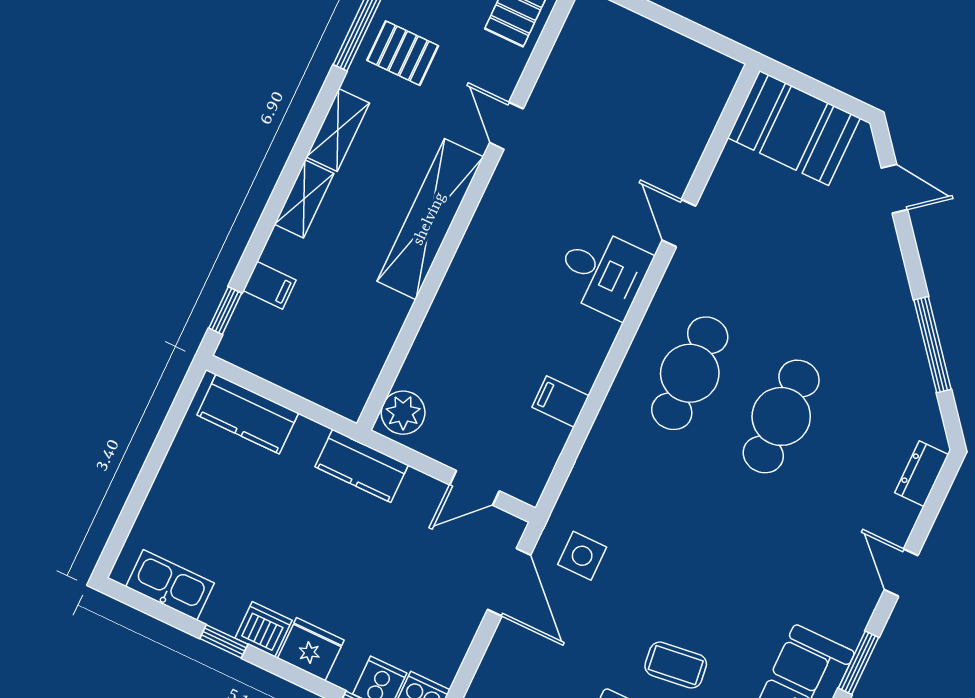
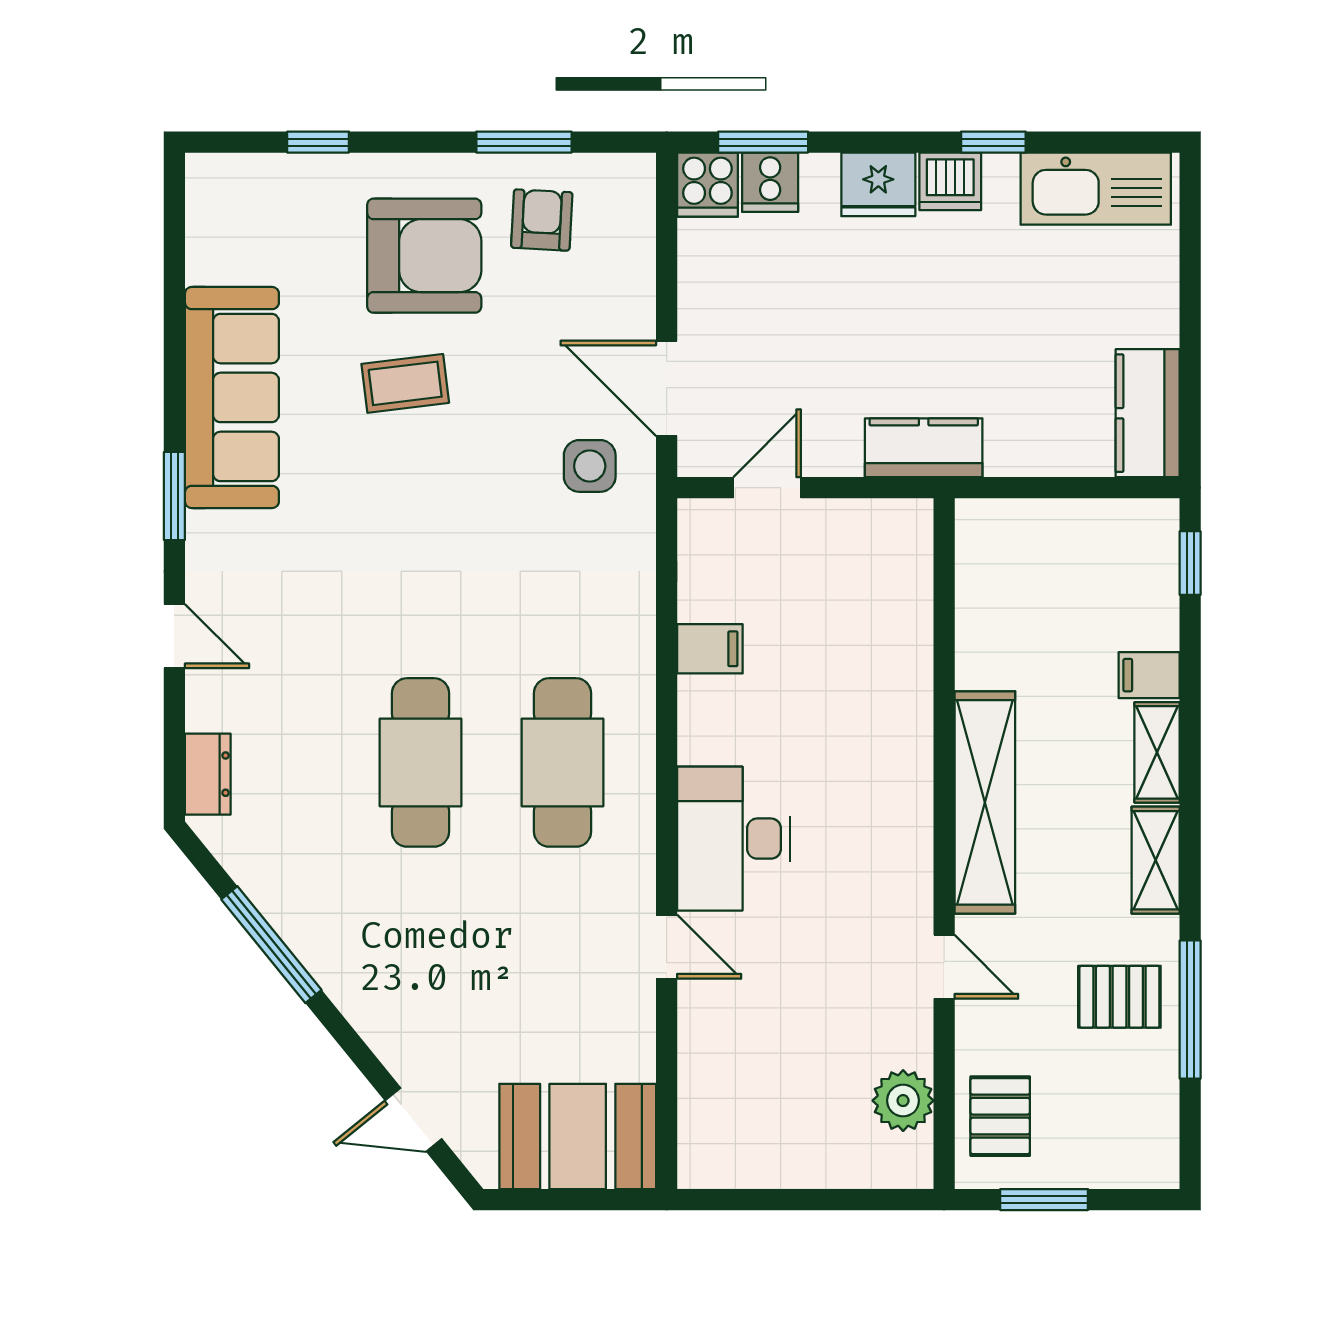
desk: (603, 272) -> (734, 839), width x1.37
filing cabinet: (270, 285) -> (1149, 675), moved
plant: (403, 413) -> (903, 1101), moved
kitchen counter: (248, 414) -> (1148, 413), moved, turned -90
kitchen sink: (170, 585) -> (1096, 189), width x1.36, depth x1.24

